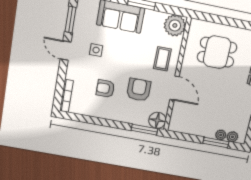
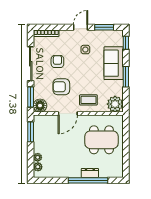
dining table: (217, 52) -> (101, 140), width x1.38
armchair: (139, 90) -> (61, 87), turned 180
sliding door: (102, 122) -> (31, 64), added
window: (216, 142) -> (31, 132), moved

